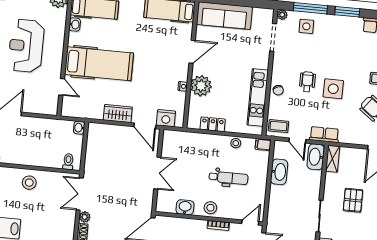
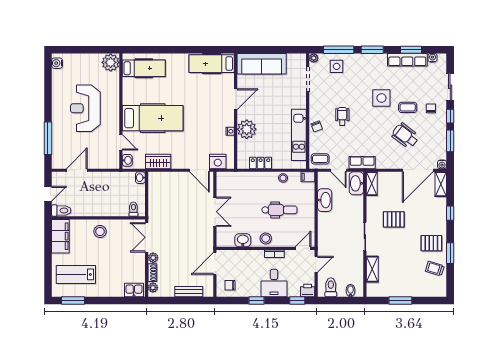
washbasin: (75, 25) -> (127, 160), moved
side table: (333, 89) -> (381, 98), moved
wardrobe: (118, 114) -> (158, 162), moved
pallet: (353, 200) -> (394, 219), turned 90

